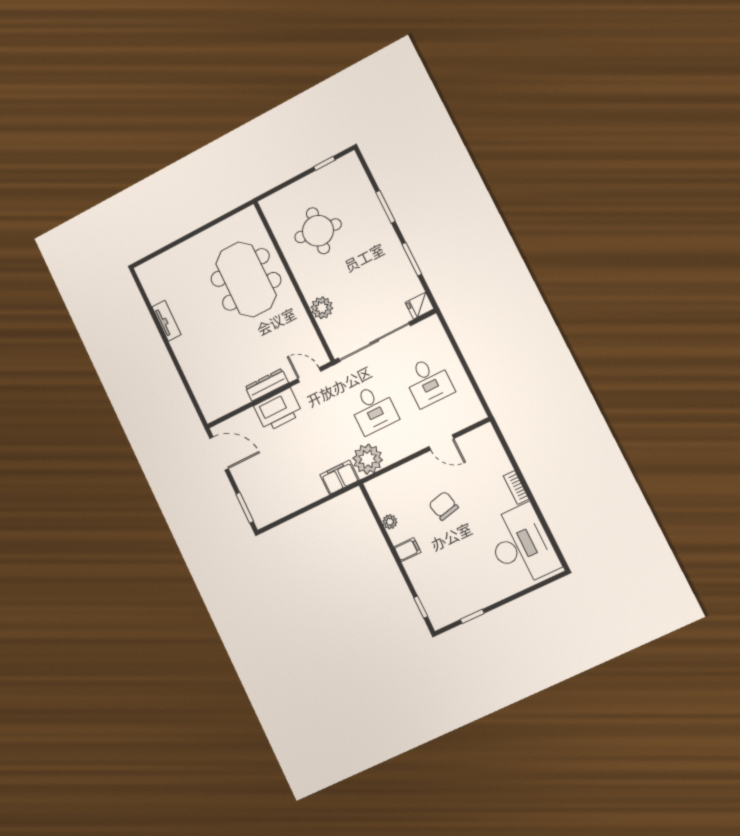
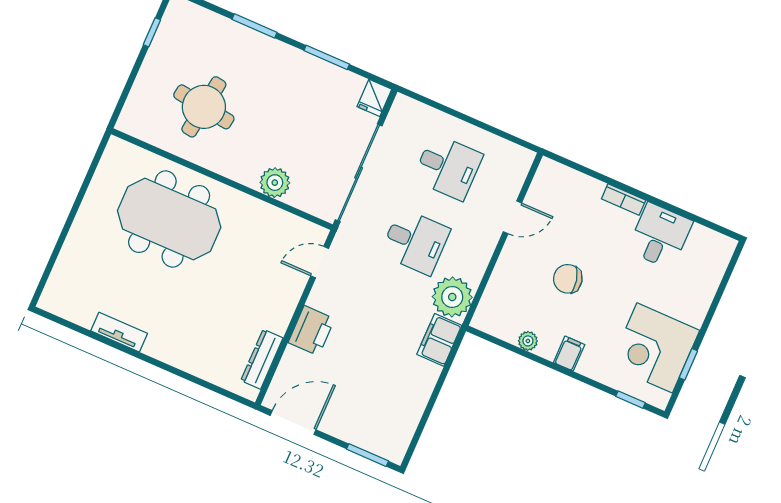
dresser: (267, 385) -> (262, 359), moved
printer: (278, 410) -> (311, 331), width x0.73, depth x0.84
desk: (522, 545) -> (660, 236), width x0.53, depth x0.77
corner desk: (460, 590) -> (655, 348), added

